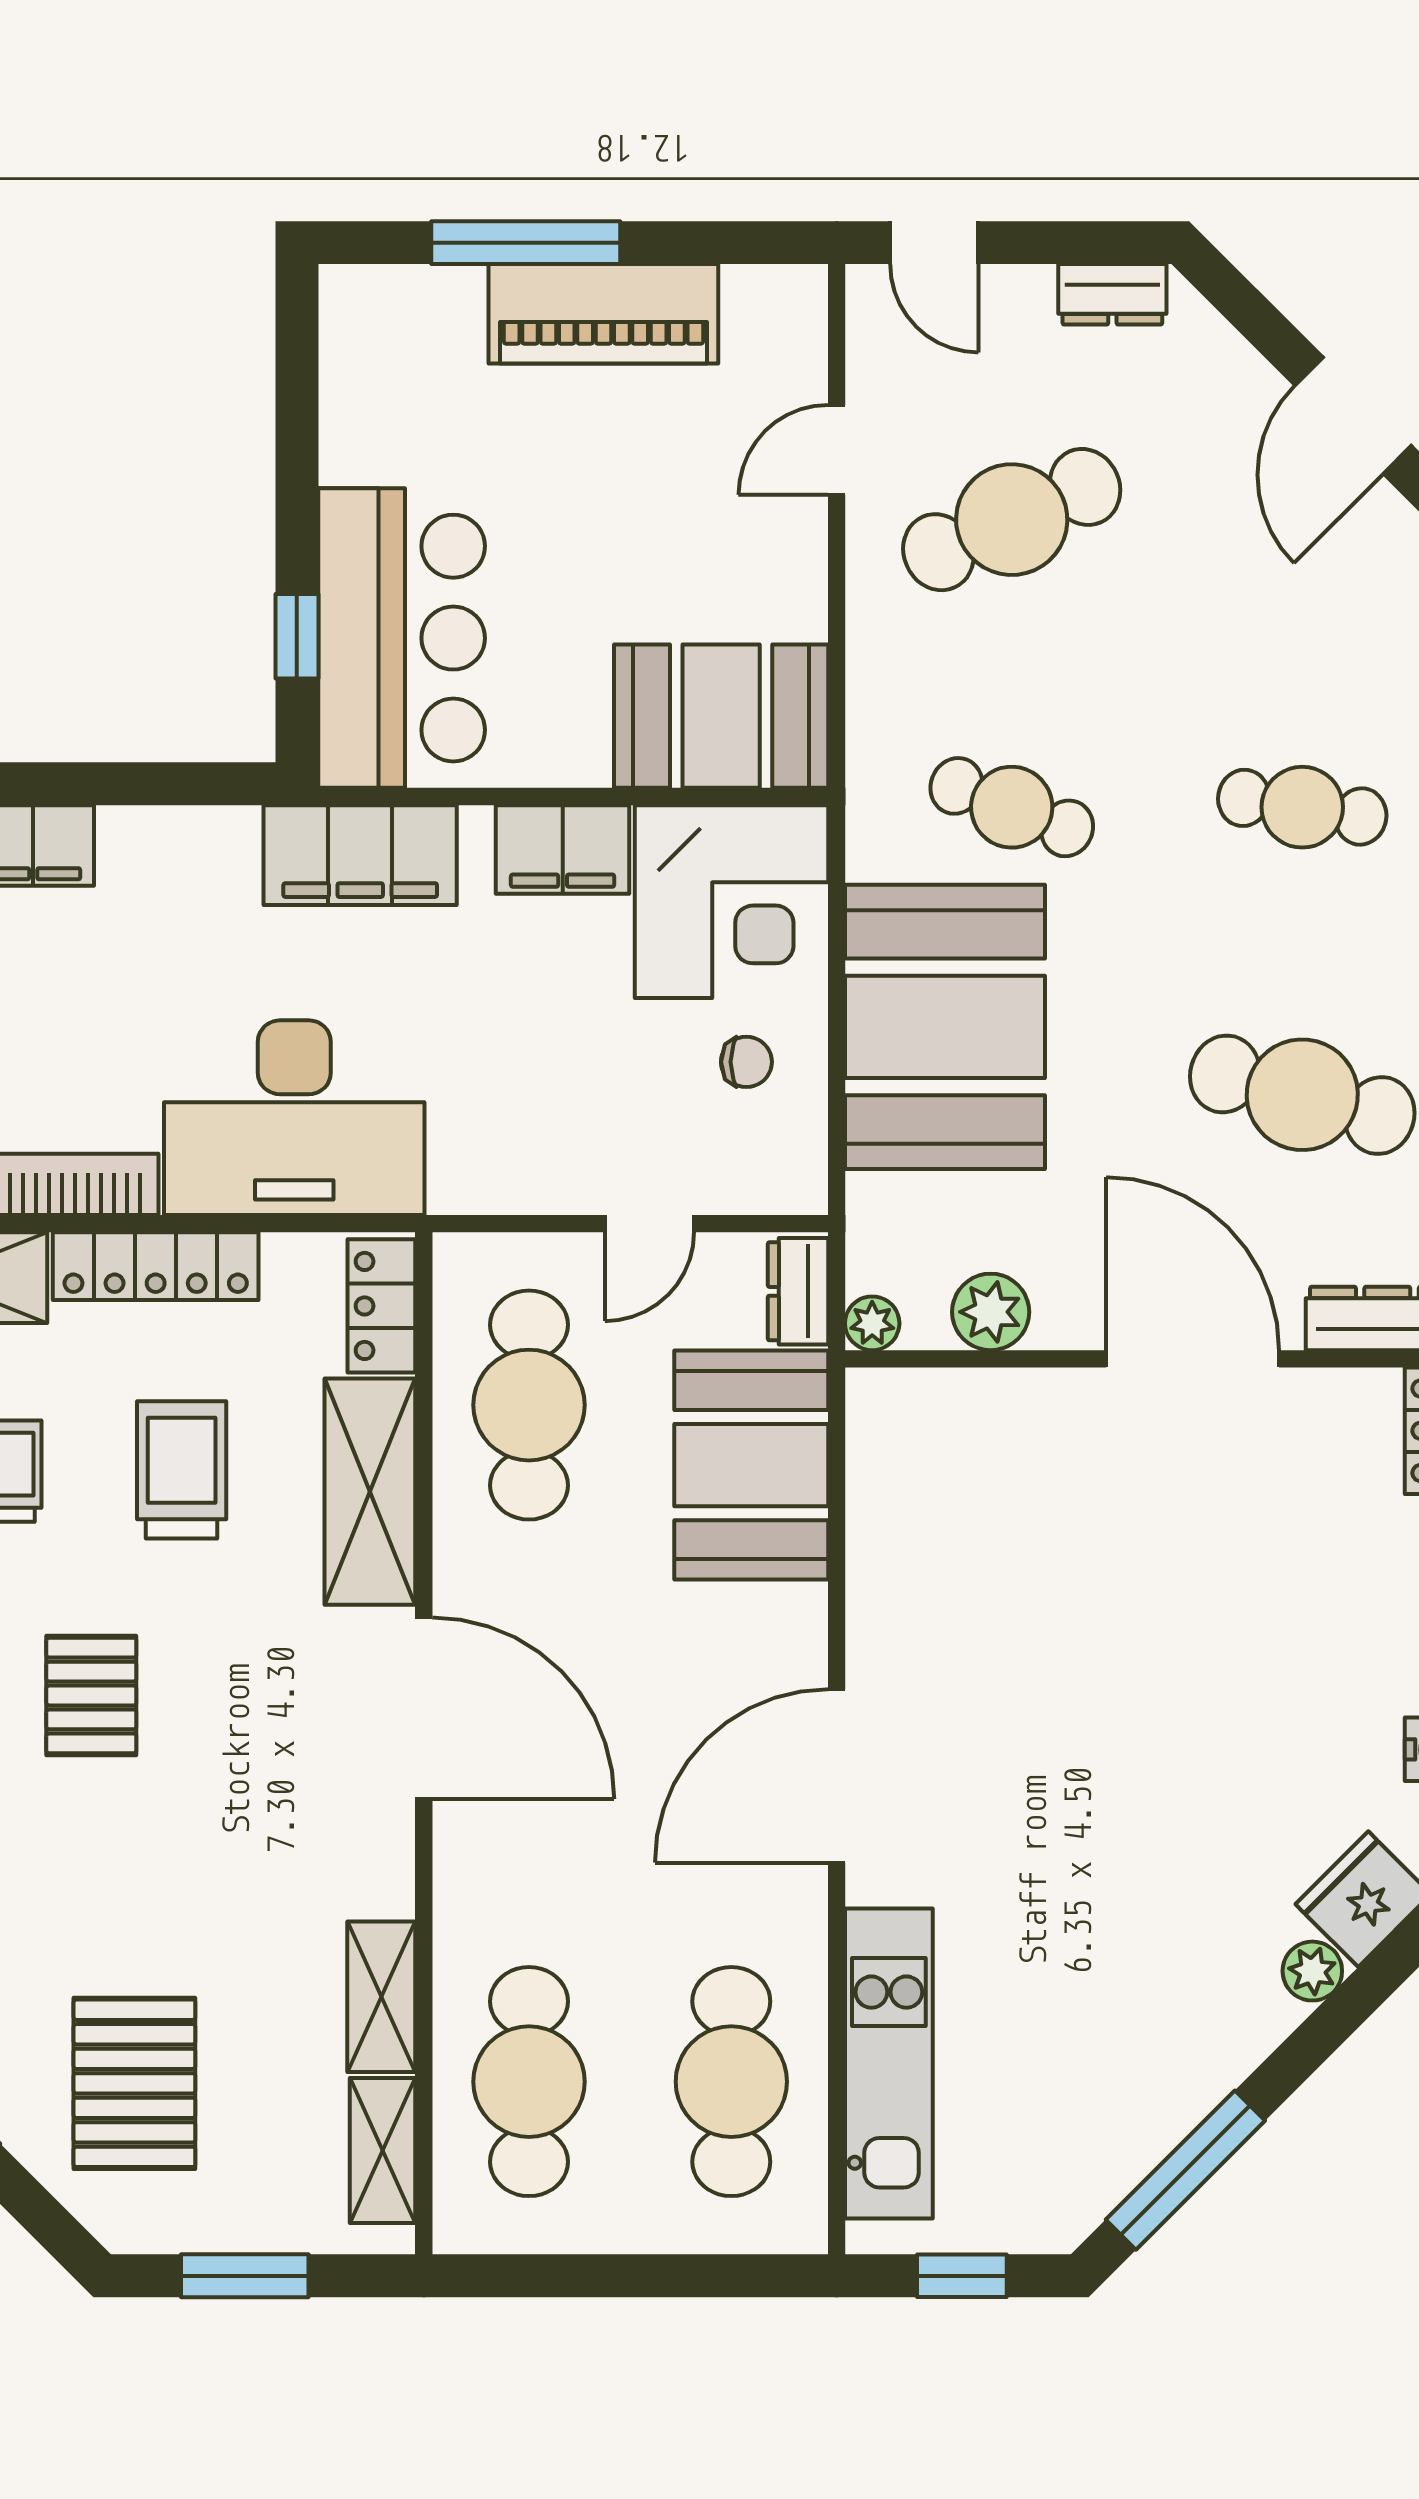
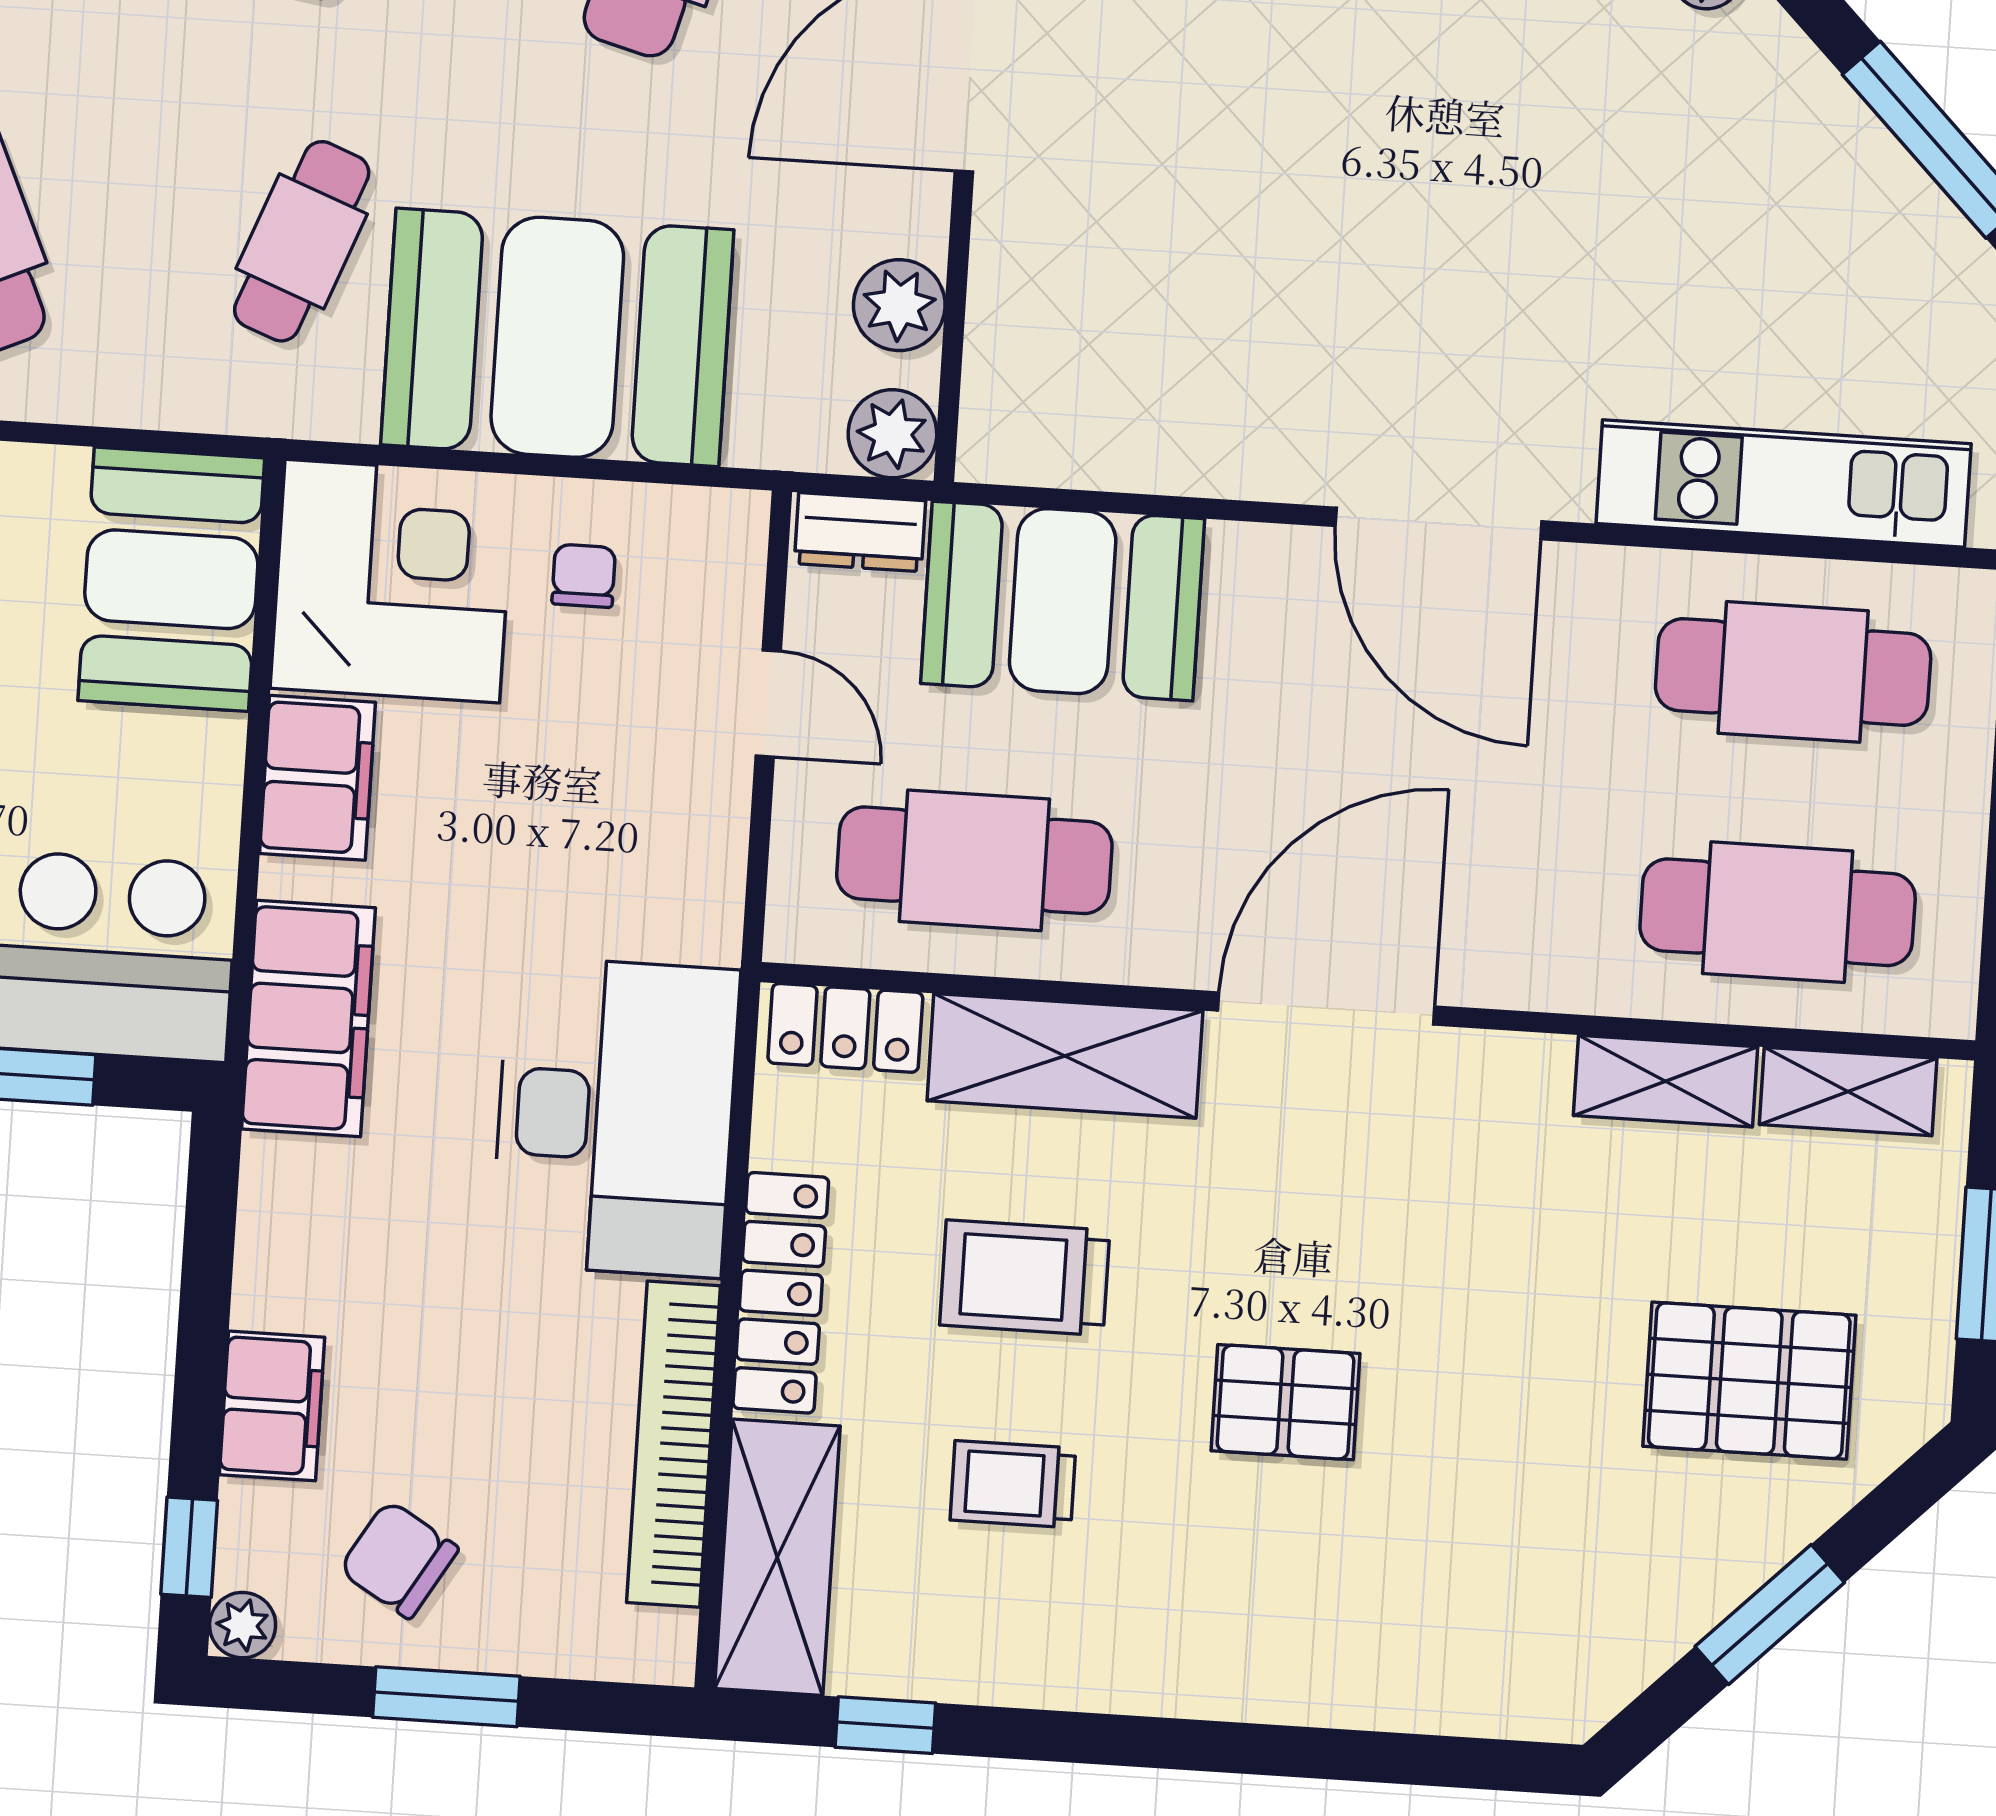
plant: (872, 1323) -> (892, 434), width x1.38, depth x1.38

